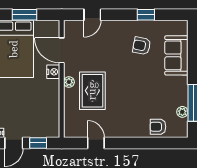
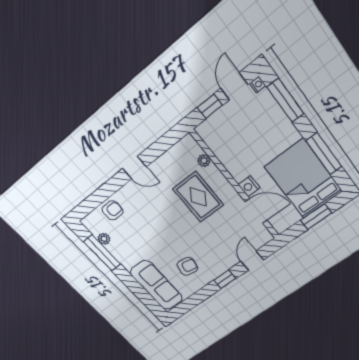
window: (146, 15) -> (225, 279), moved
sofa: (176, 55) -> (156, 285), width x1.36
plant: (69, 82) -> (204, 161), moved
door: (96, 143) -> (134, 168), moved

